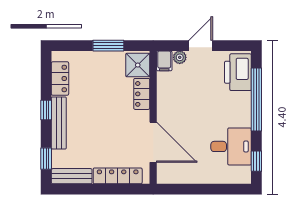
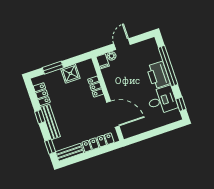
window: (108, 46) -> (53, 68), moved
shower: (138, 65) -> (70, 73), moved
printer: (238, 72) -> (158, 75), moved

